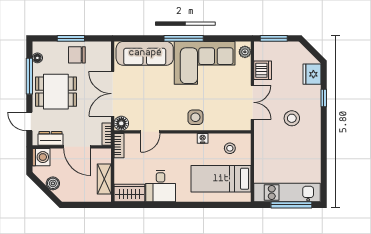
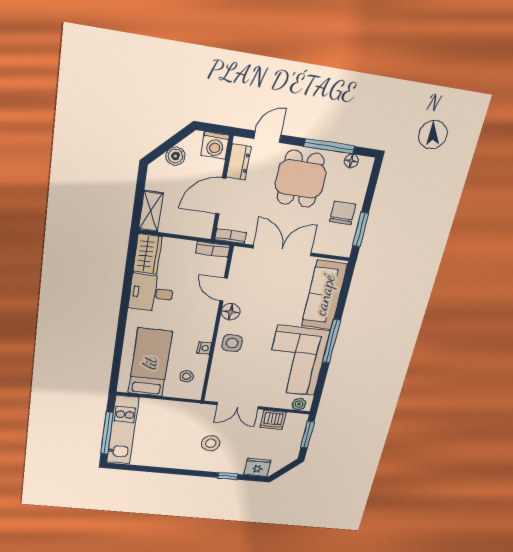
window: (71, 38) -> (360, 229), moved
floor lamp: (121, 123) -> (230, 312), moved
shelving: (104, 179) -> (151, 211), moved, turned 90

